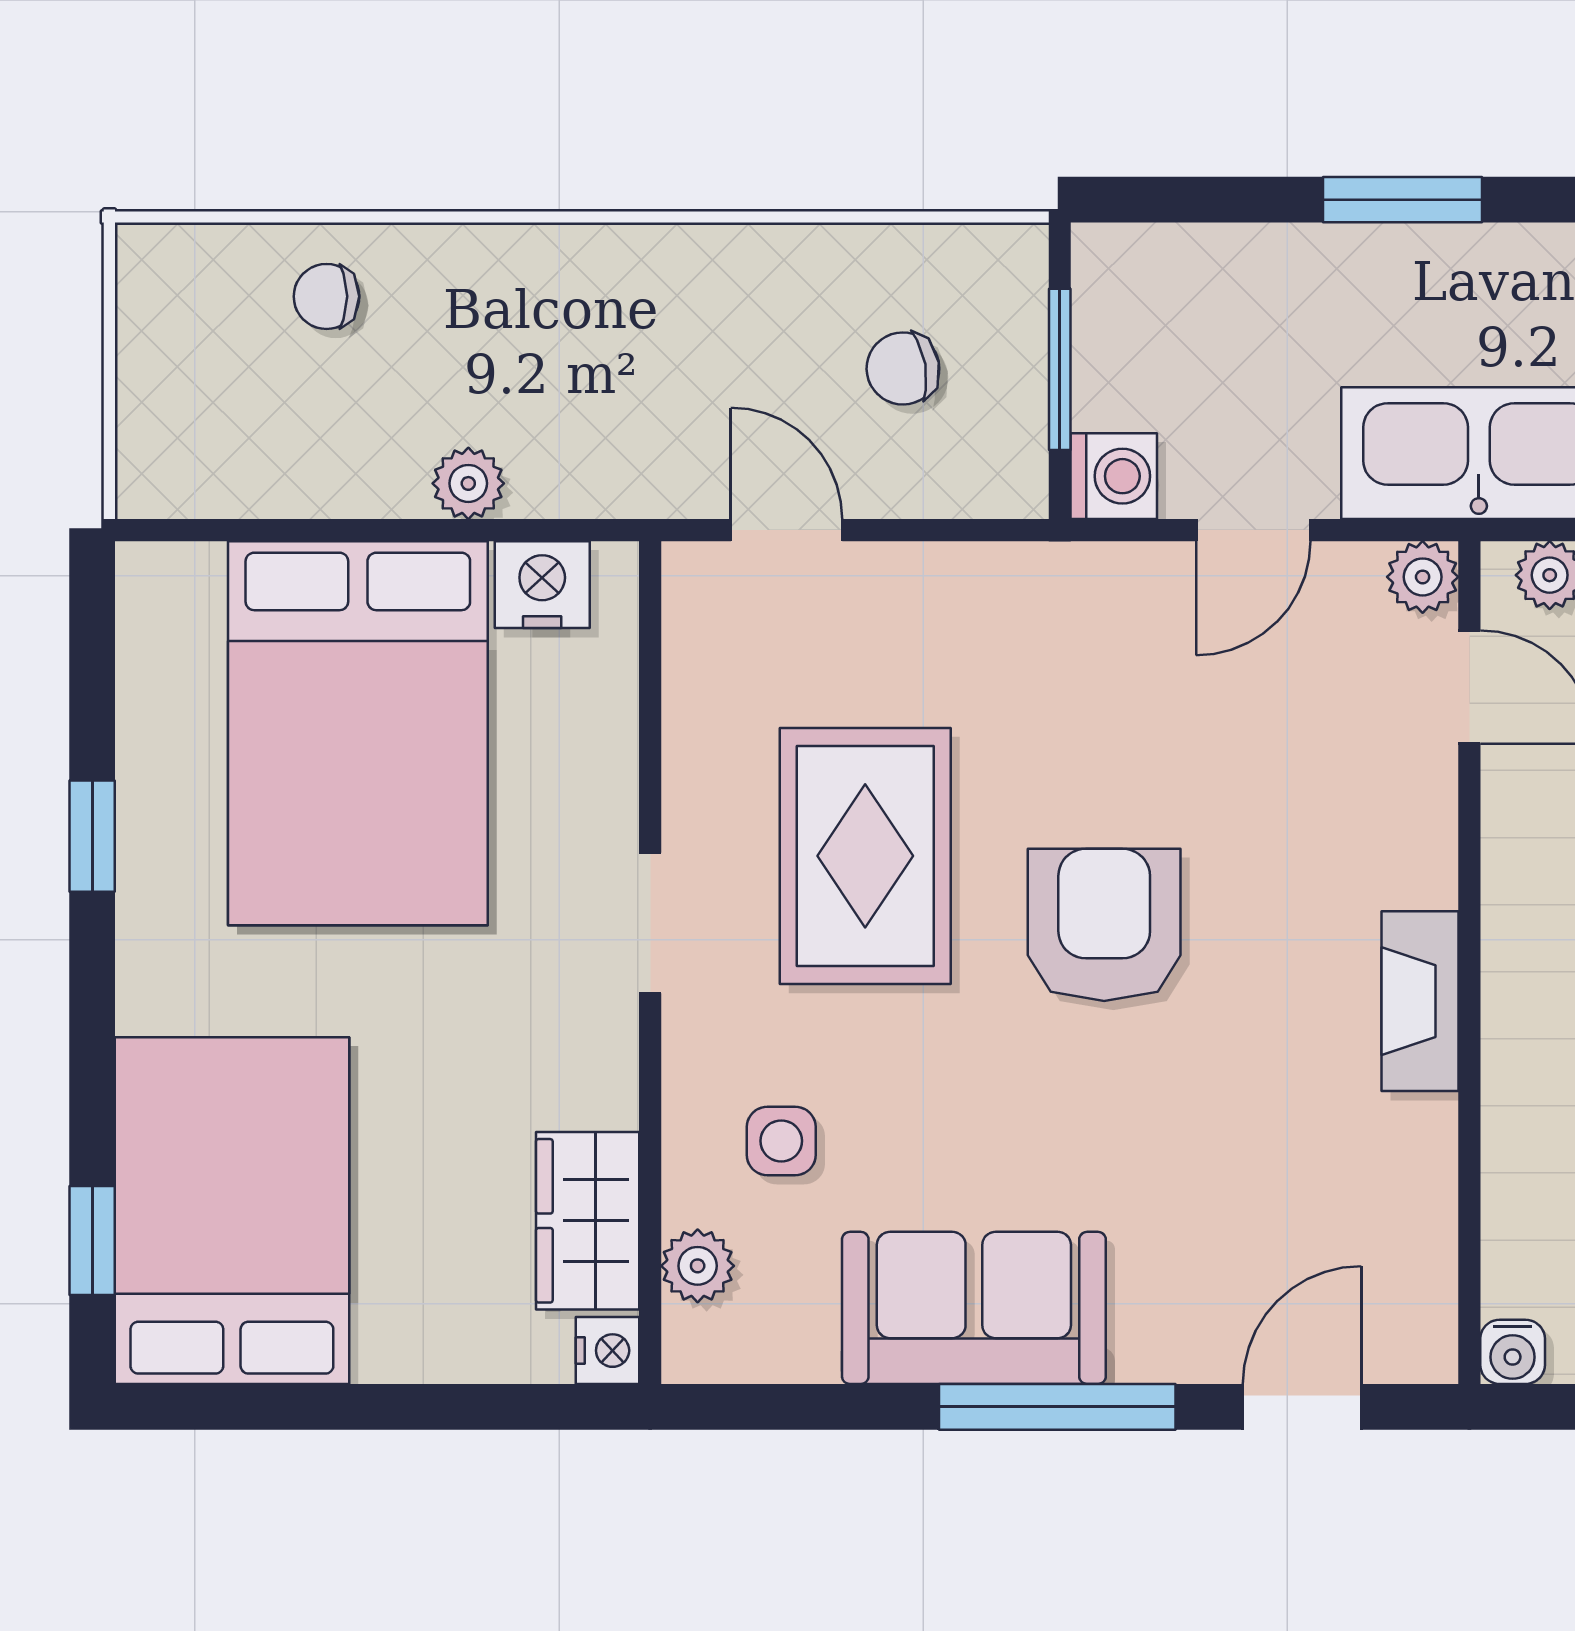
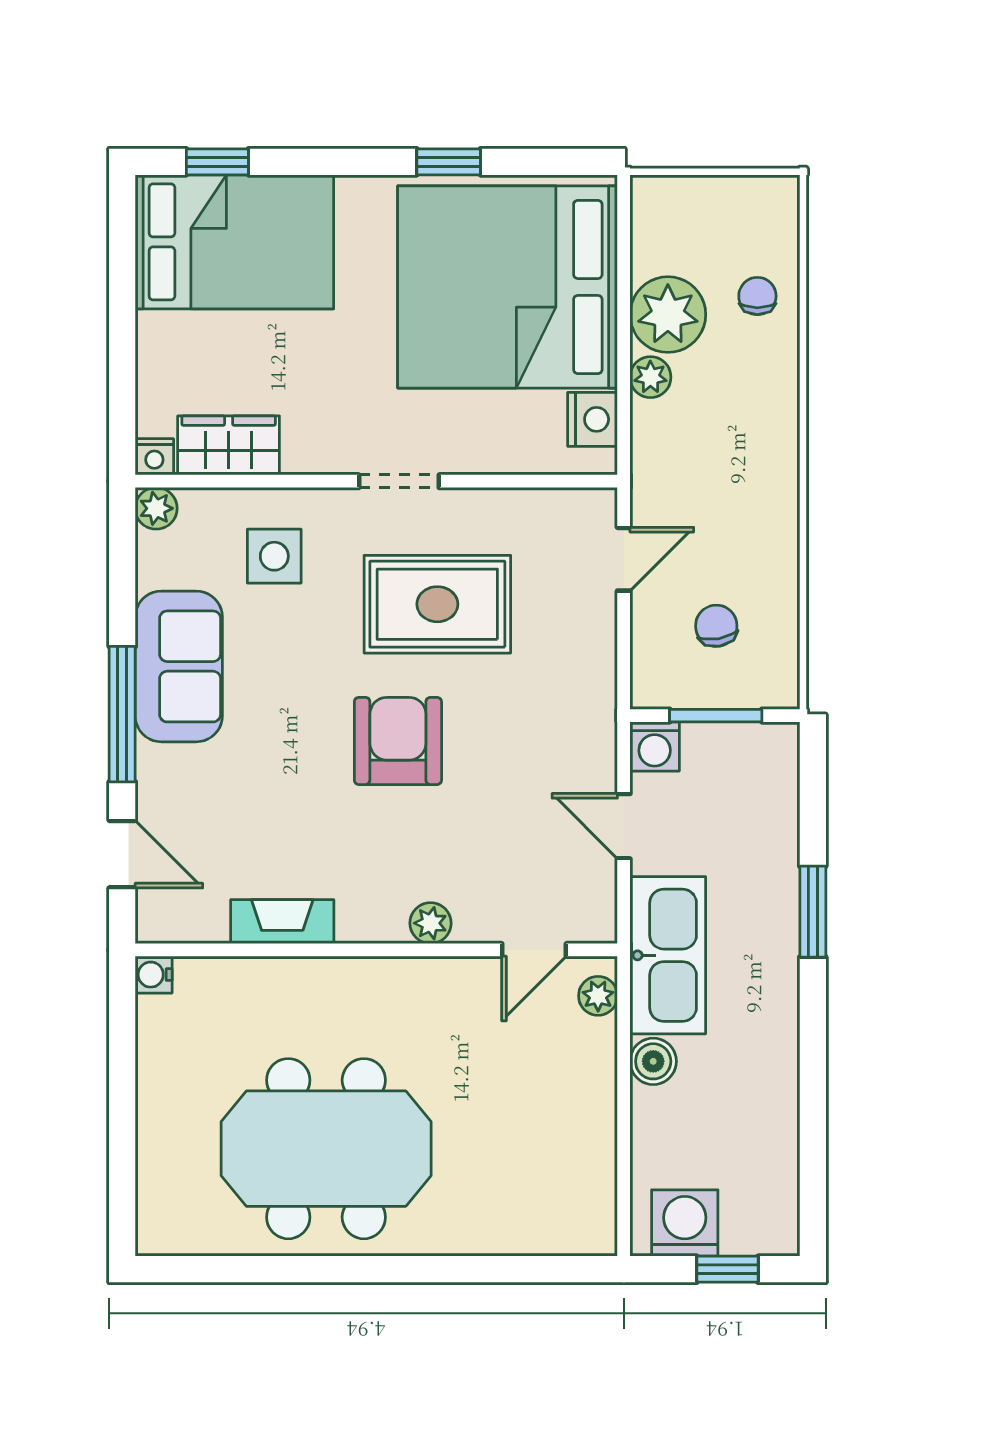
plant: (359, 453) -> (668, 315), added
plant: (1423, 577) -> (431, 923), moved
bed: (358, 733) -> (508, 287), width x1.36
armchair: (1104, 925) -> (398, 741), turned -90
fireplace: (1420, 1001) -> (282, 922), moved
side table: (781, 1141) -> (274, 556), width x1.37, depth x1.37
plant: (698, 1266) -> (156, 508), moved

